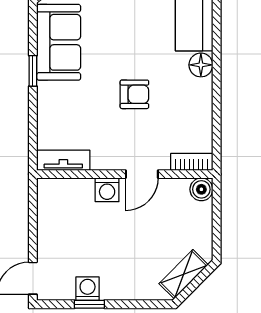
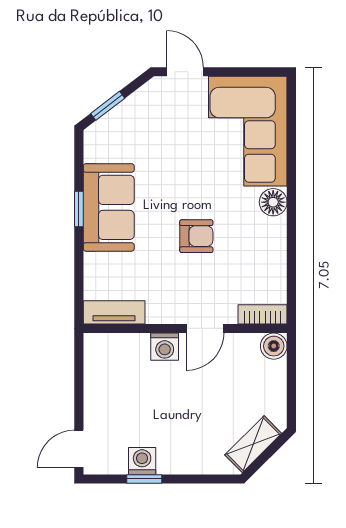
sofa: (59, 42) -> (109, 207), moved

